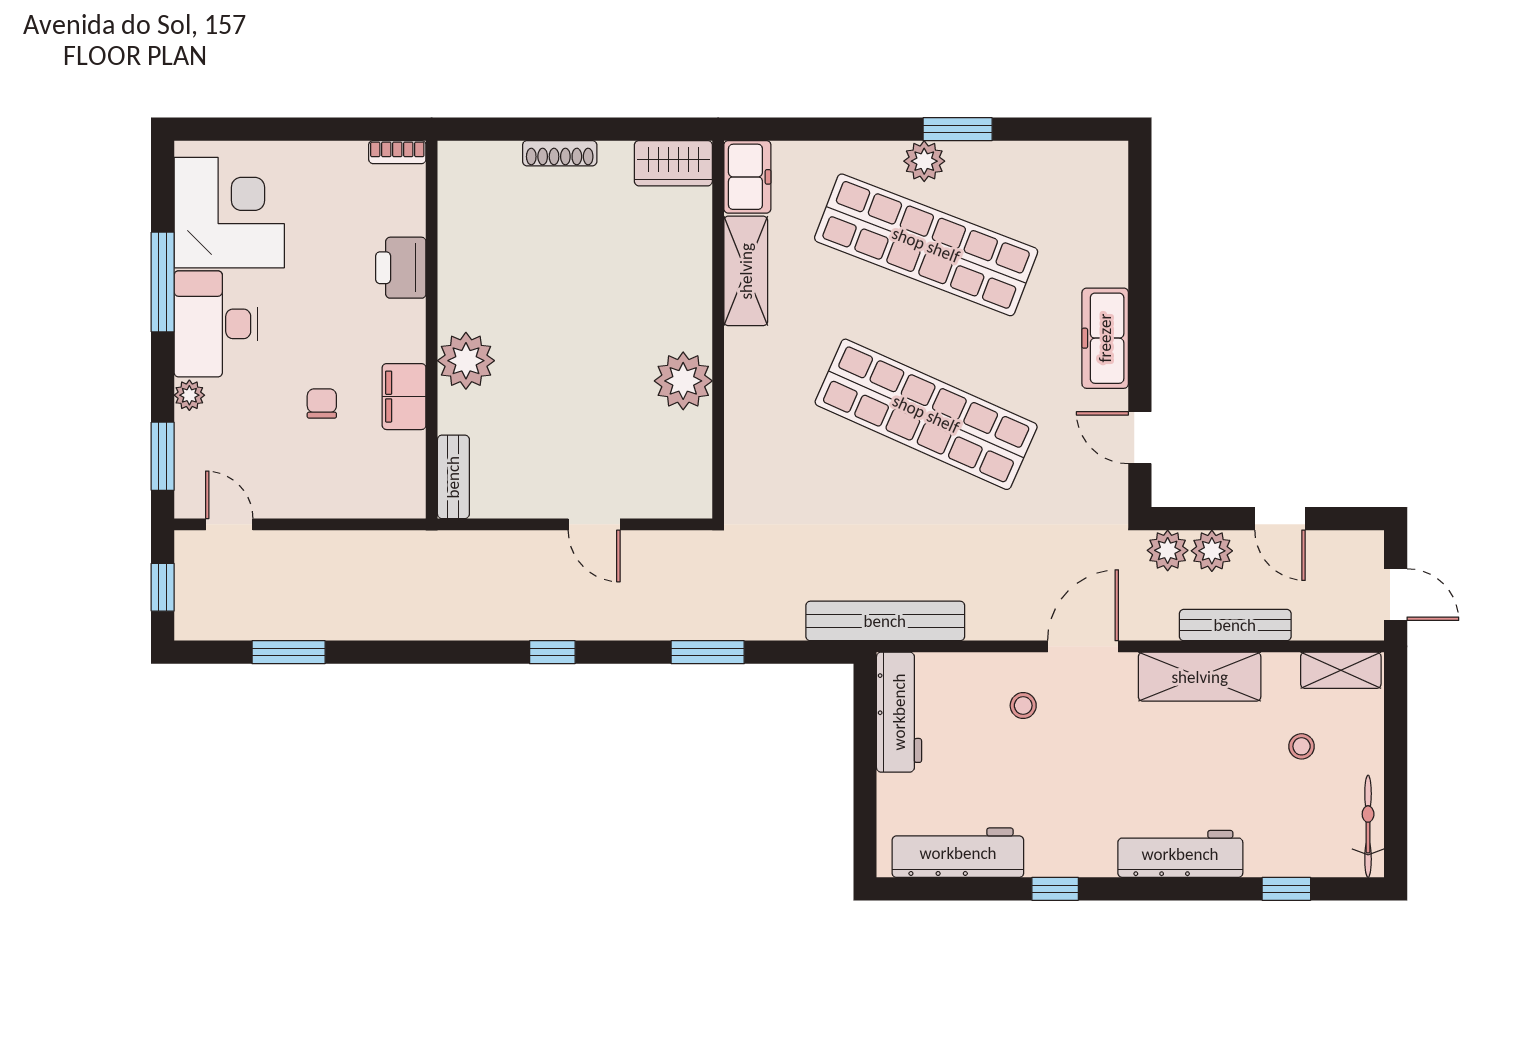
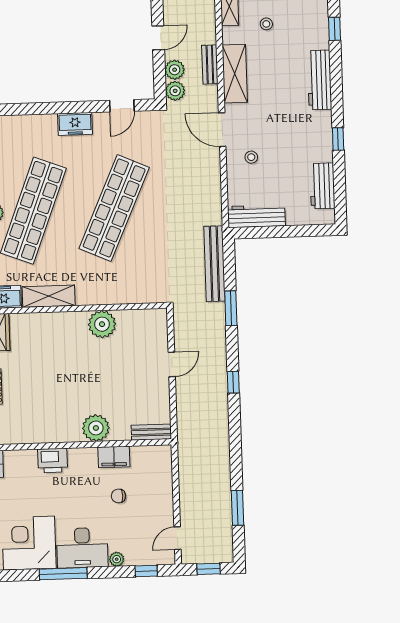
freezer: (1105, 338) -> (75, 124), width x0.71
window: (163, 456) -> (146, 571), width x0.67
bench: (885, 621) -> (214, 264), moved
bench: (1235, 625) -> (210, 64), width x0.73
workbench: (958, 853) -> (322, 186), width x0.73

